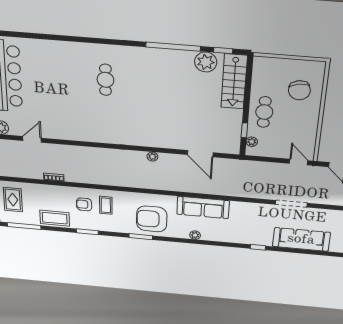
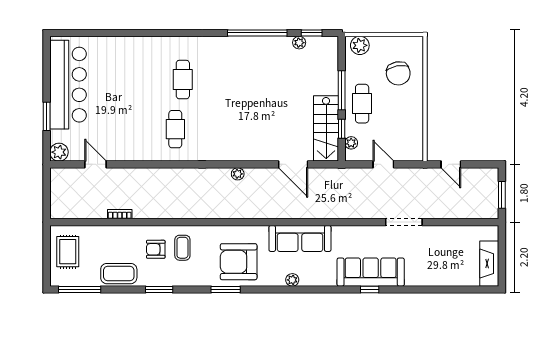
plant: (206, 62) -> (299, 43), width x0.53, depth x0.53
plant: (267, 64) -> (360, 45), added
stairs: (234, 82) -> (326, 128), moved
window: (247, 100) -> (342, 90), added
cafe table: (99, 118) -> (175, 129), added
door: (32, 139) -> (95, 164), hinge flipped
door: (299, 162) -> (383, 164), moved
sofa: (301, 239) -> (371, 272), moved

